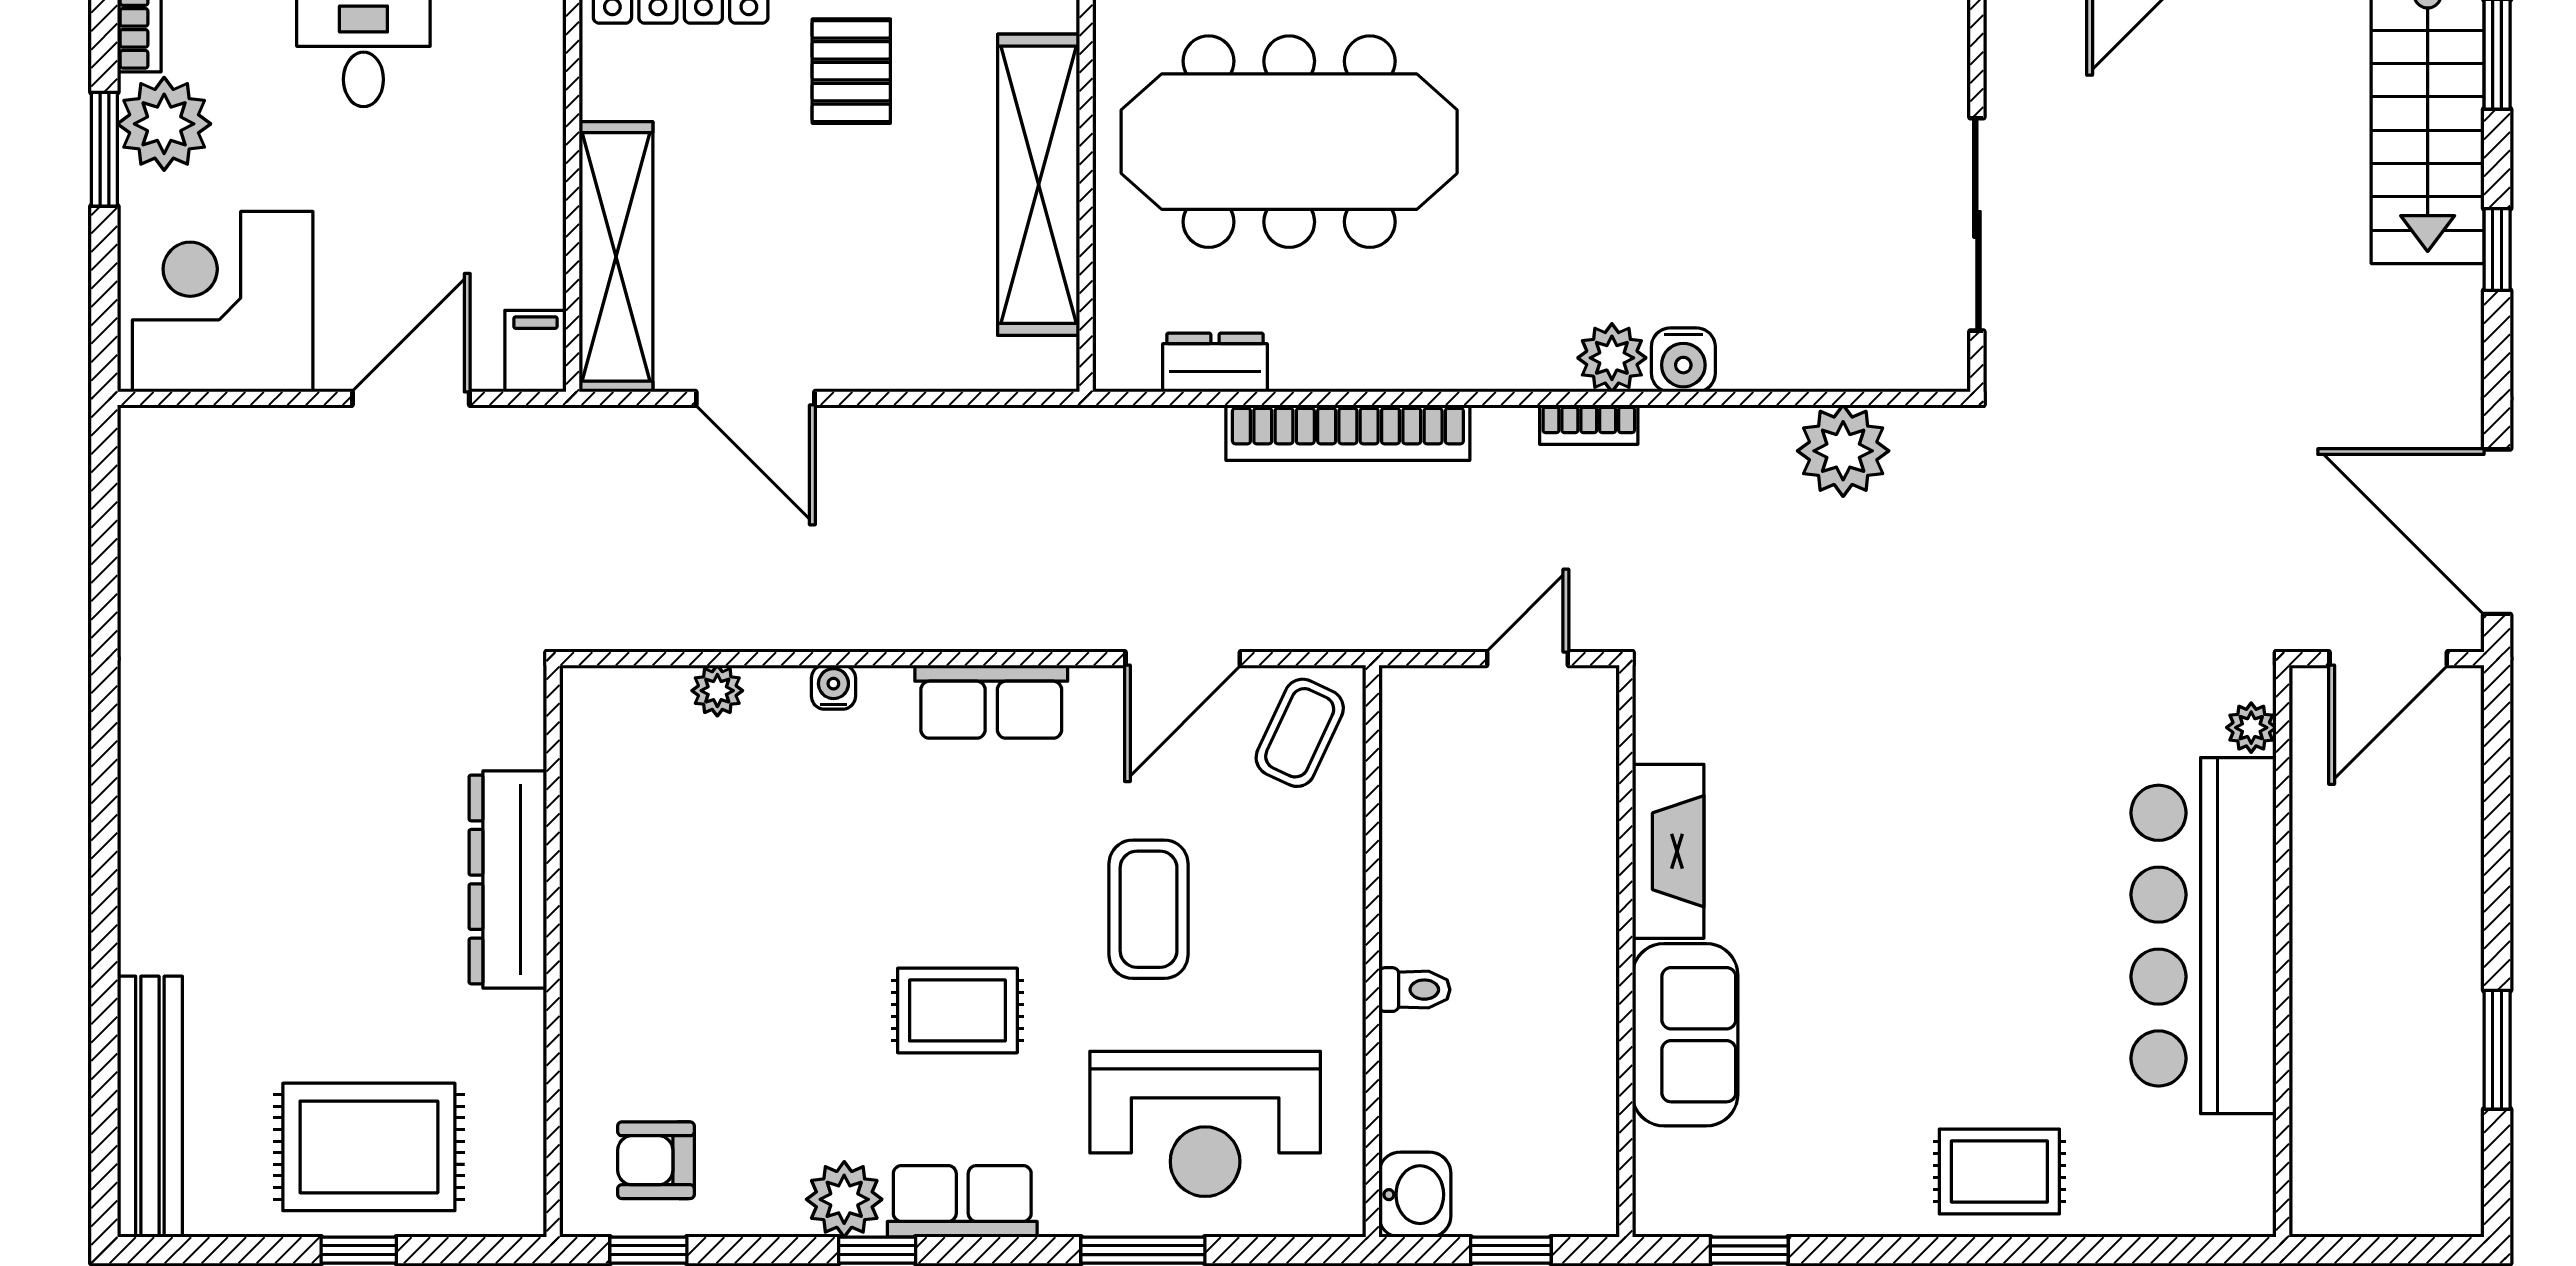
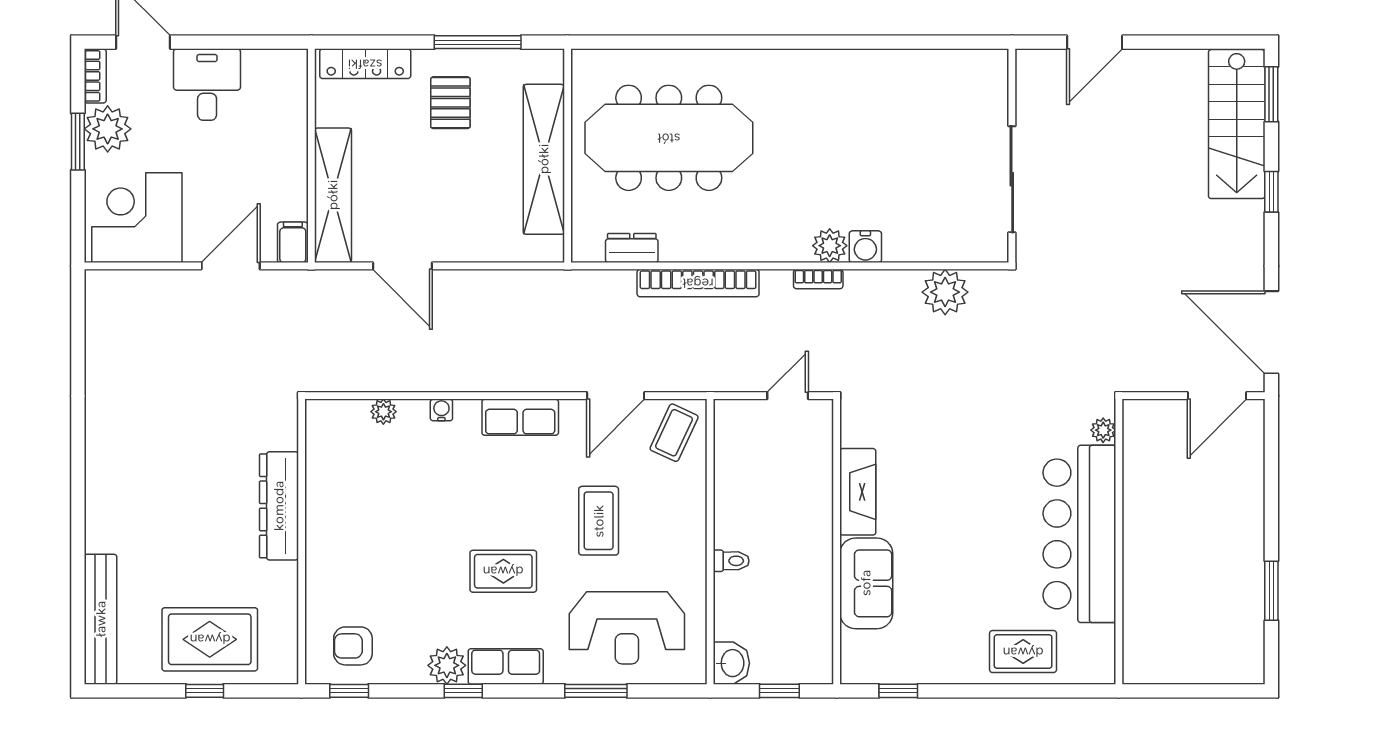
plant: (2251, 728) -> (1103, 430), moved
bar counter: (2203, 936) -> (1079, 534), moved
wall: (2283, 951) -> (1119, 542), moved

